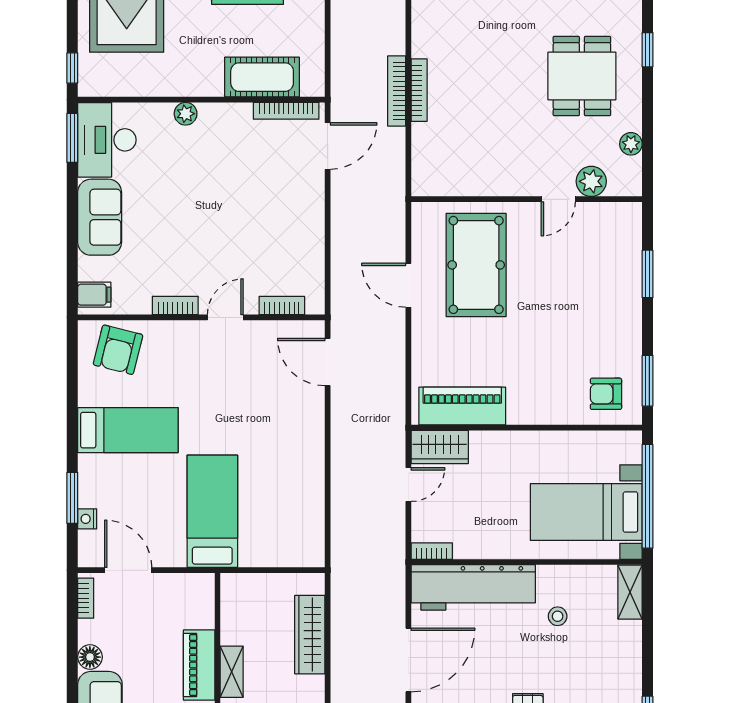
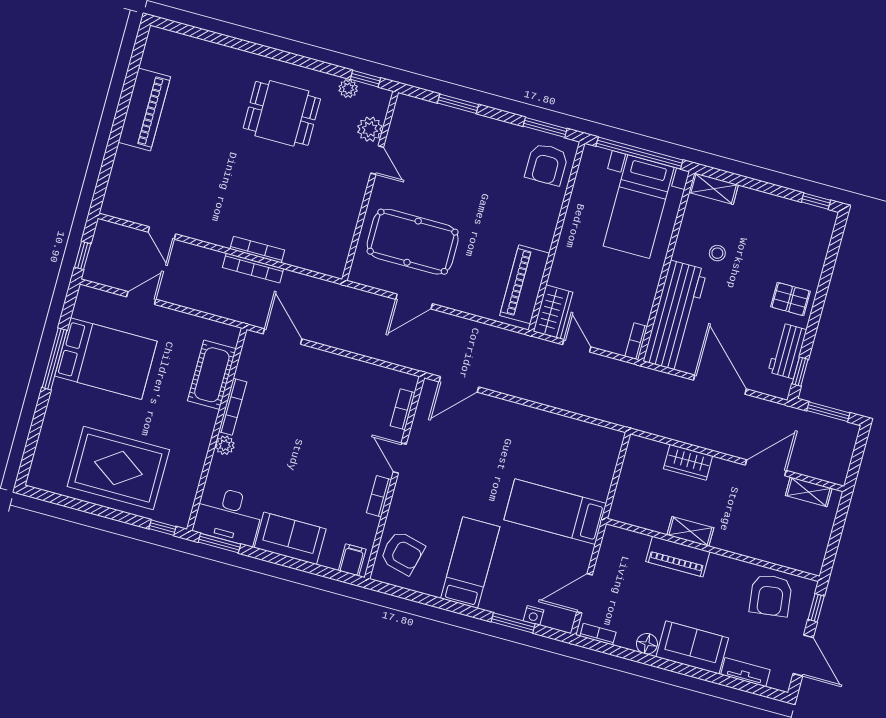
window: (648, 50) -> (365, 79), moved
bookcase: (286, 111) -> (233, 407), moved
armchair: (606, 394) -> (547, 164), width x1.38, depth x1.38
wardrobe: (310, 635) -> (688, 462), width x0.67

